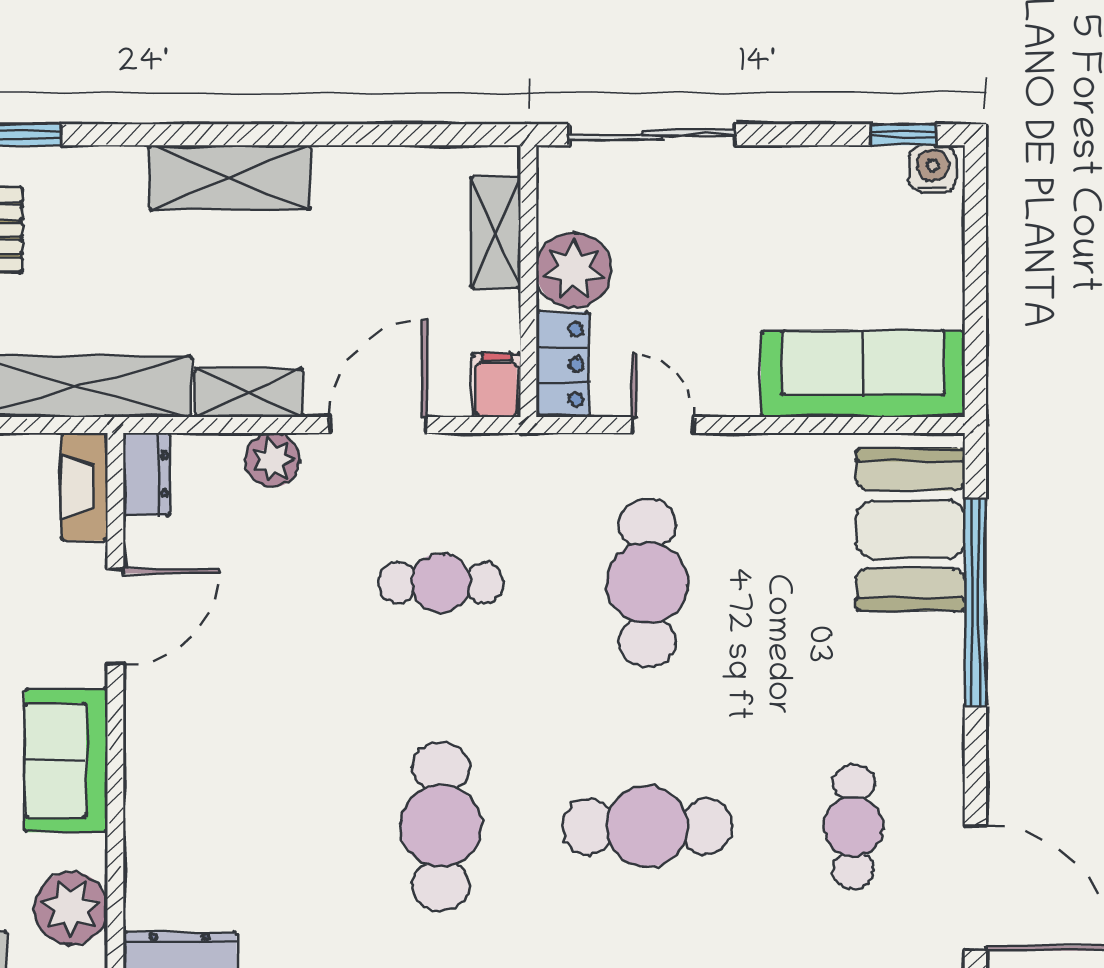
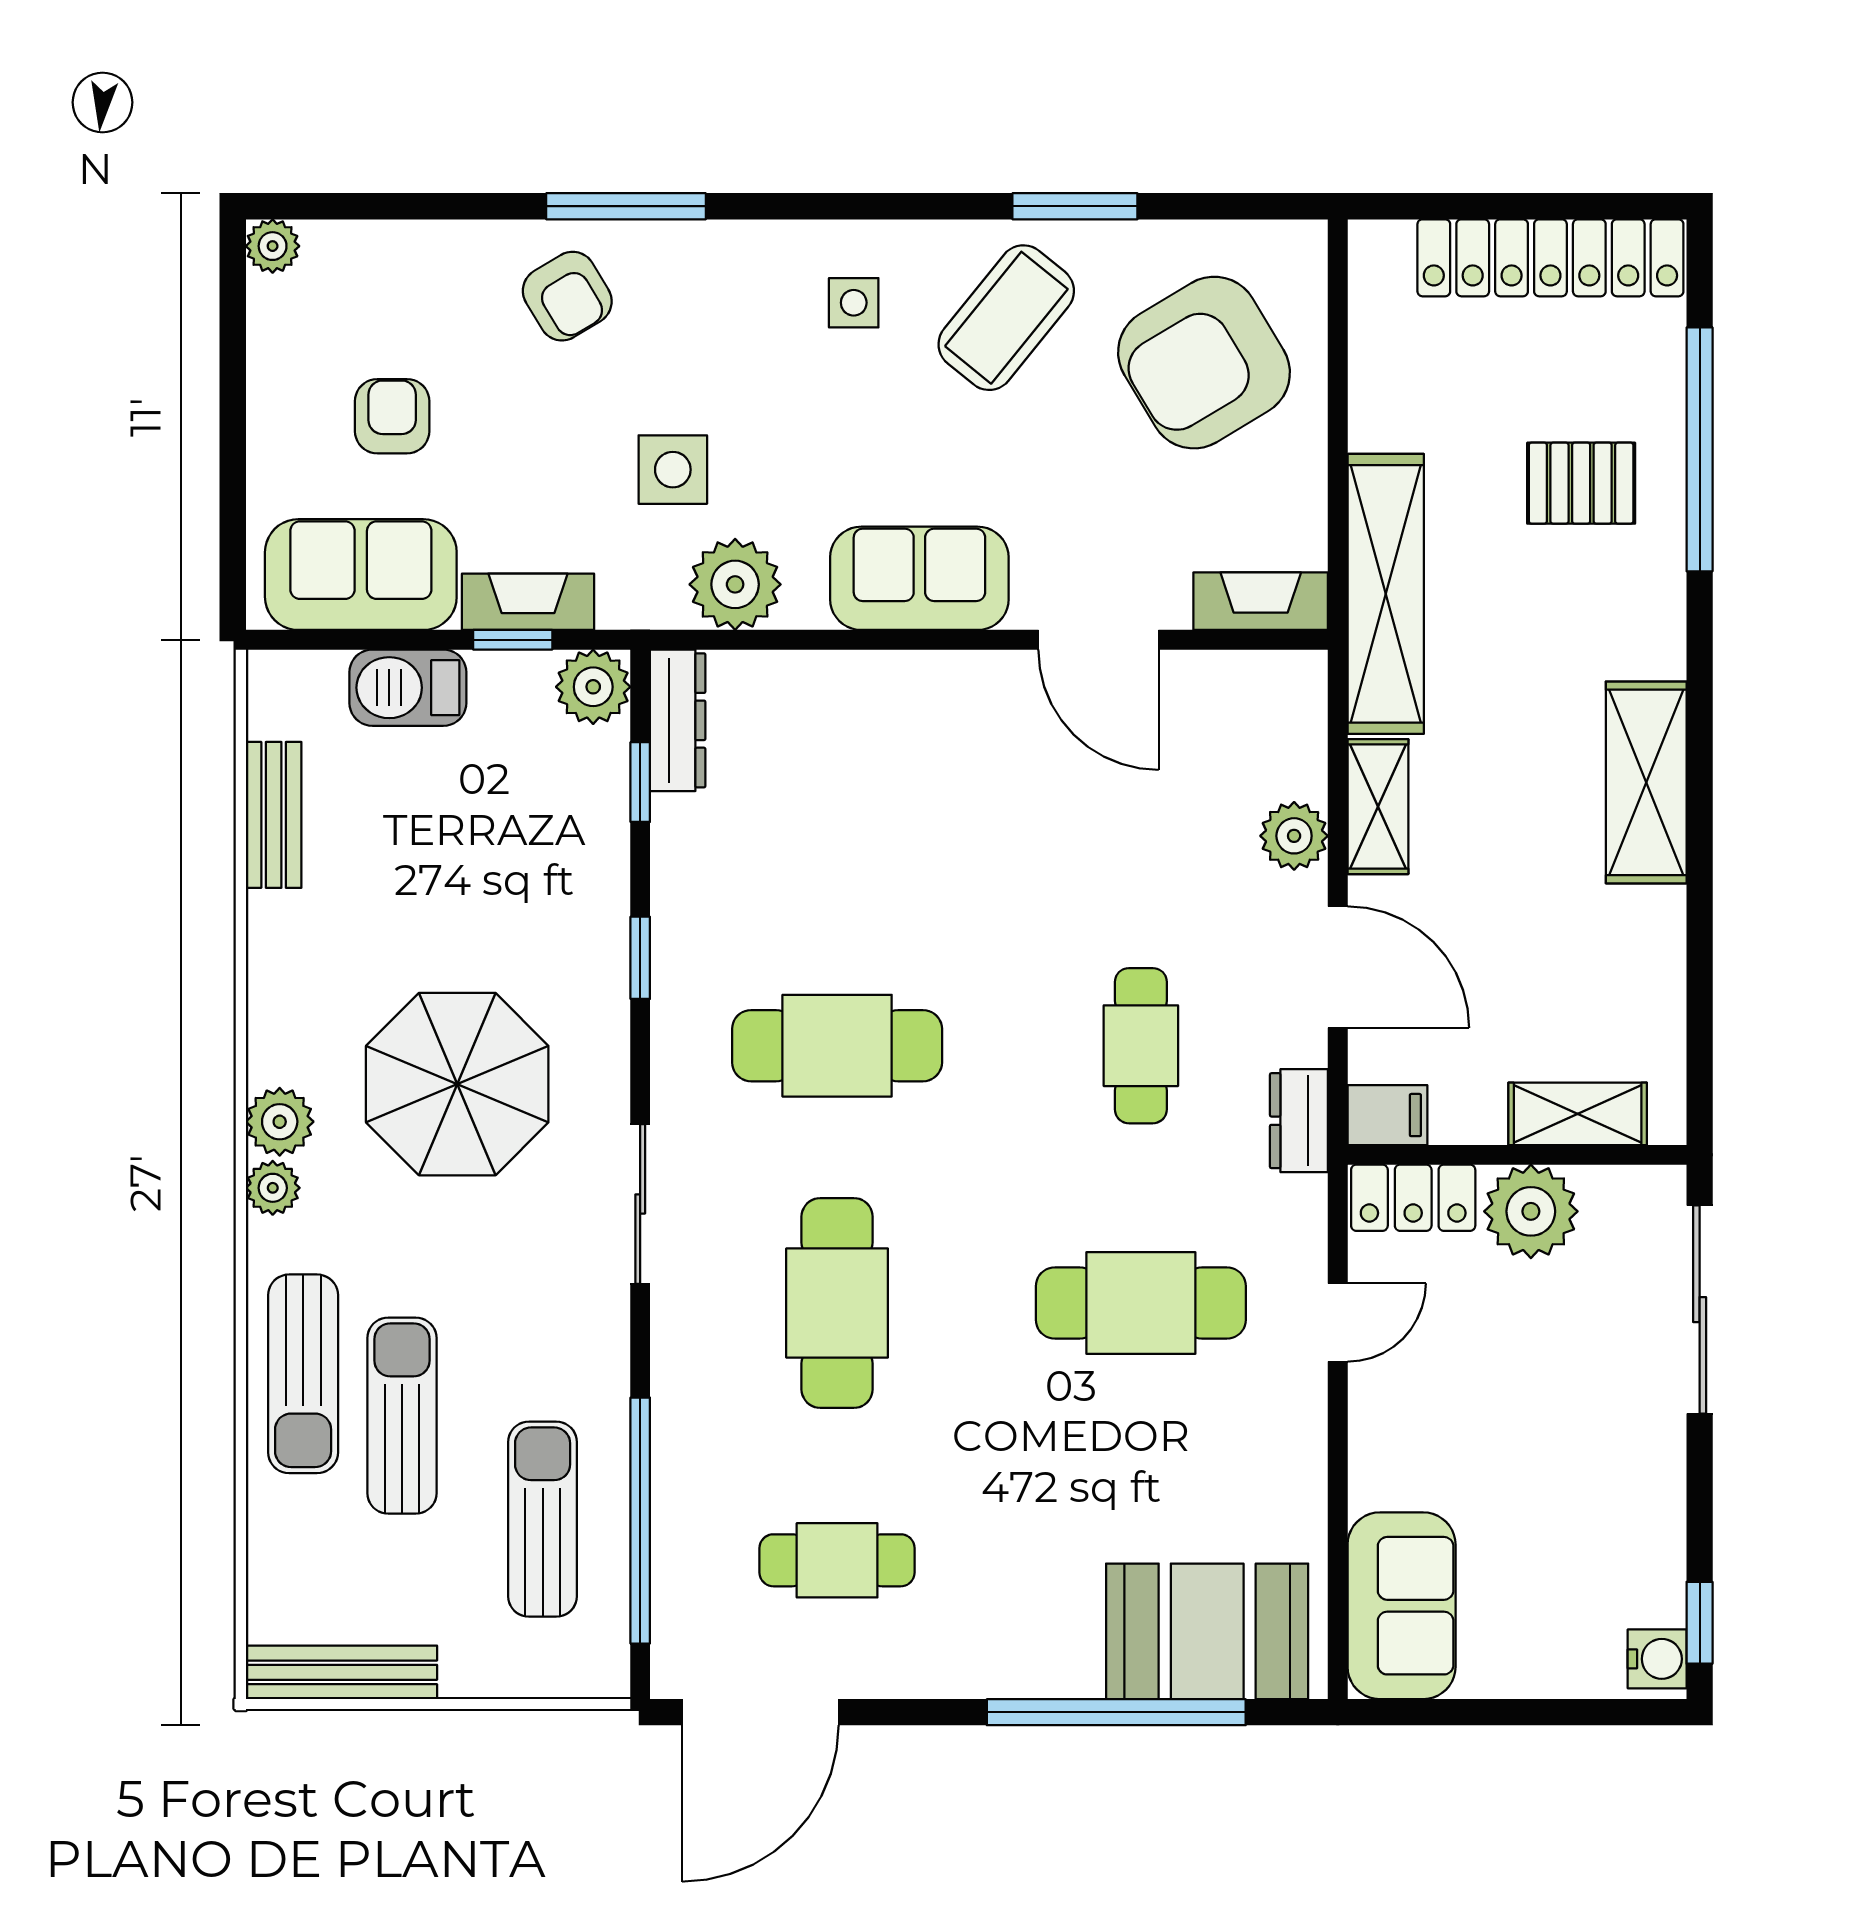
sofa: (863, 374) -> (1402, 1606), width x0.73
dresser: (146, 474) -> (1299, 1121), moved, turned 90

